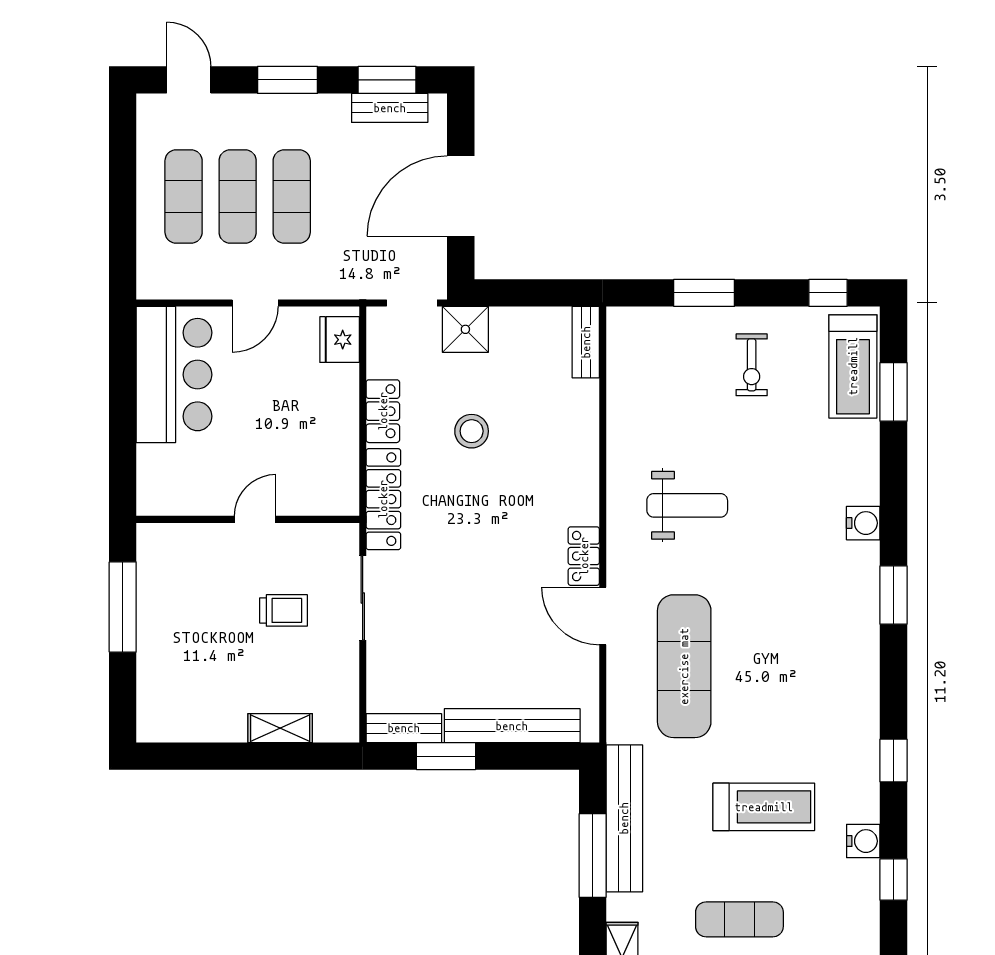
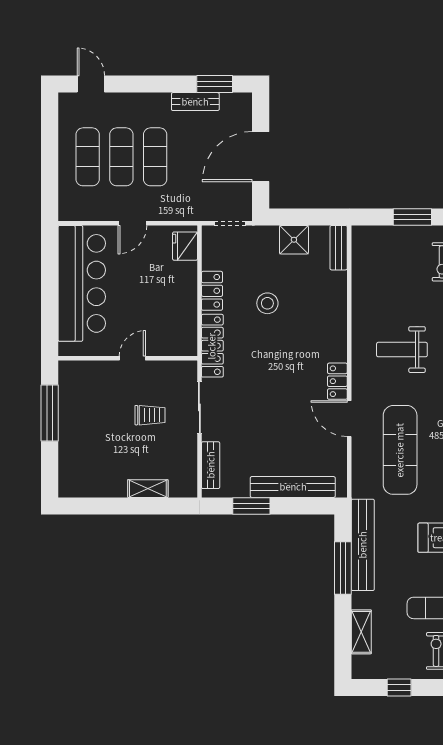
window: (287, 80) -> (152, 84), removed
bench: (390, 108) -> (195, 102), moved
shower: (465, 329) -> (294, 240), moved
bar counter: (174, 375) -> (82, 283), width x1.36
weight bench: (687, 505) -> (402, 350), turned 180
bench: (404, 728) -> (211, 465), moved, turned 90

